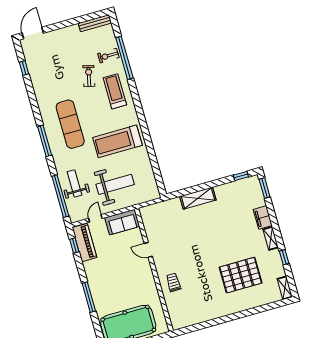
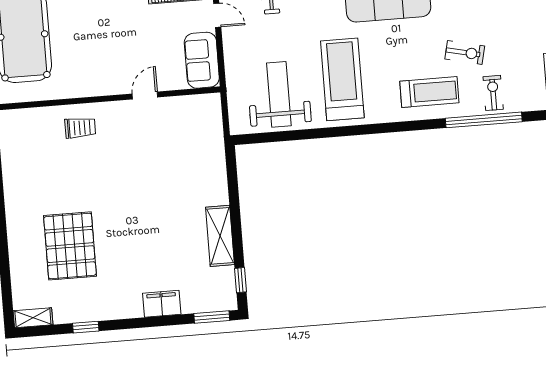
weight bench: (115, 184) -> (279, 94), moved, turned 180
shelving: (198, 198) -> (220, 236), moved
shelving: (271, 238) -> (123, 310), removed

